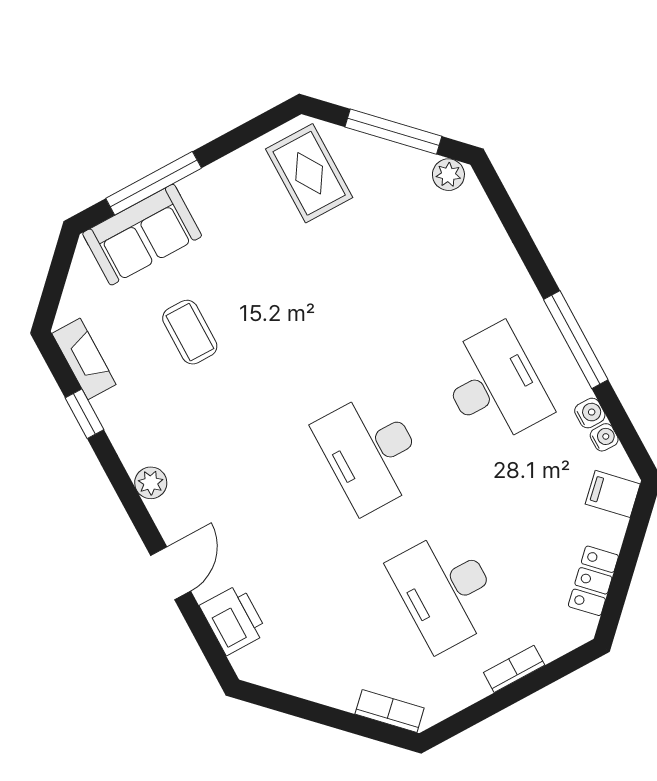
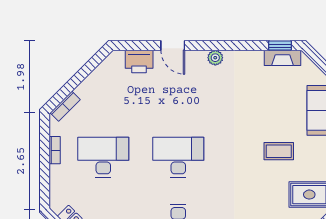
coffee table: (190, 332) -> (279, 151), moved
window: (84, 414) -> (280, 46), moved
bookcase: (514, 669) -> (55, 150), moved

